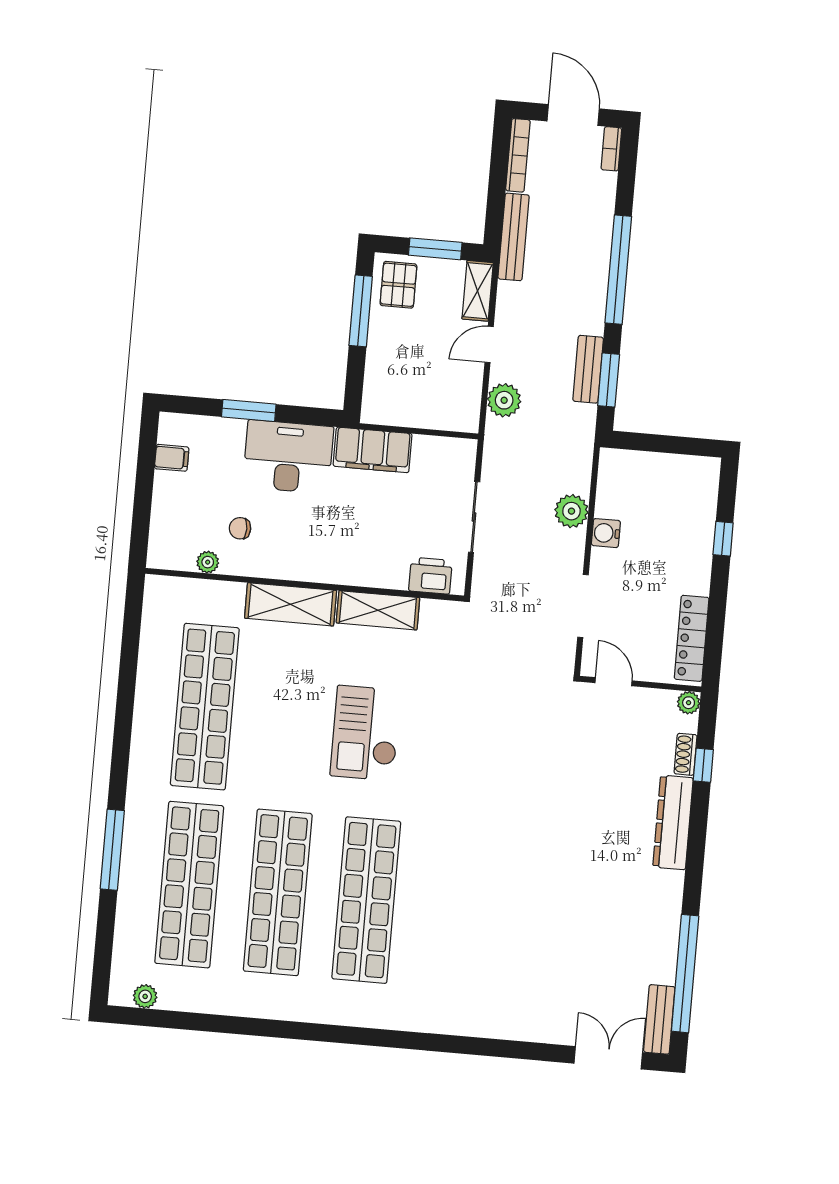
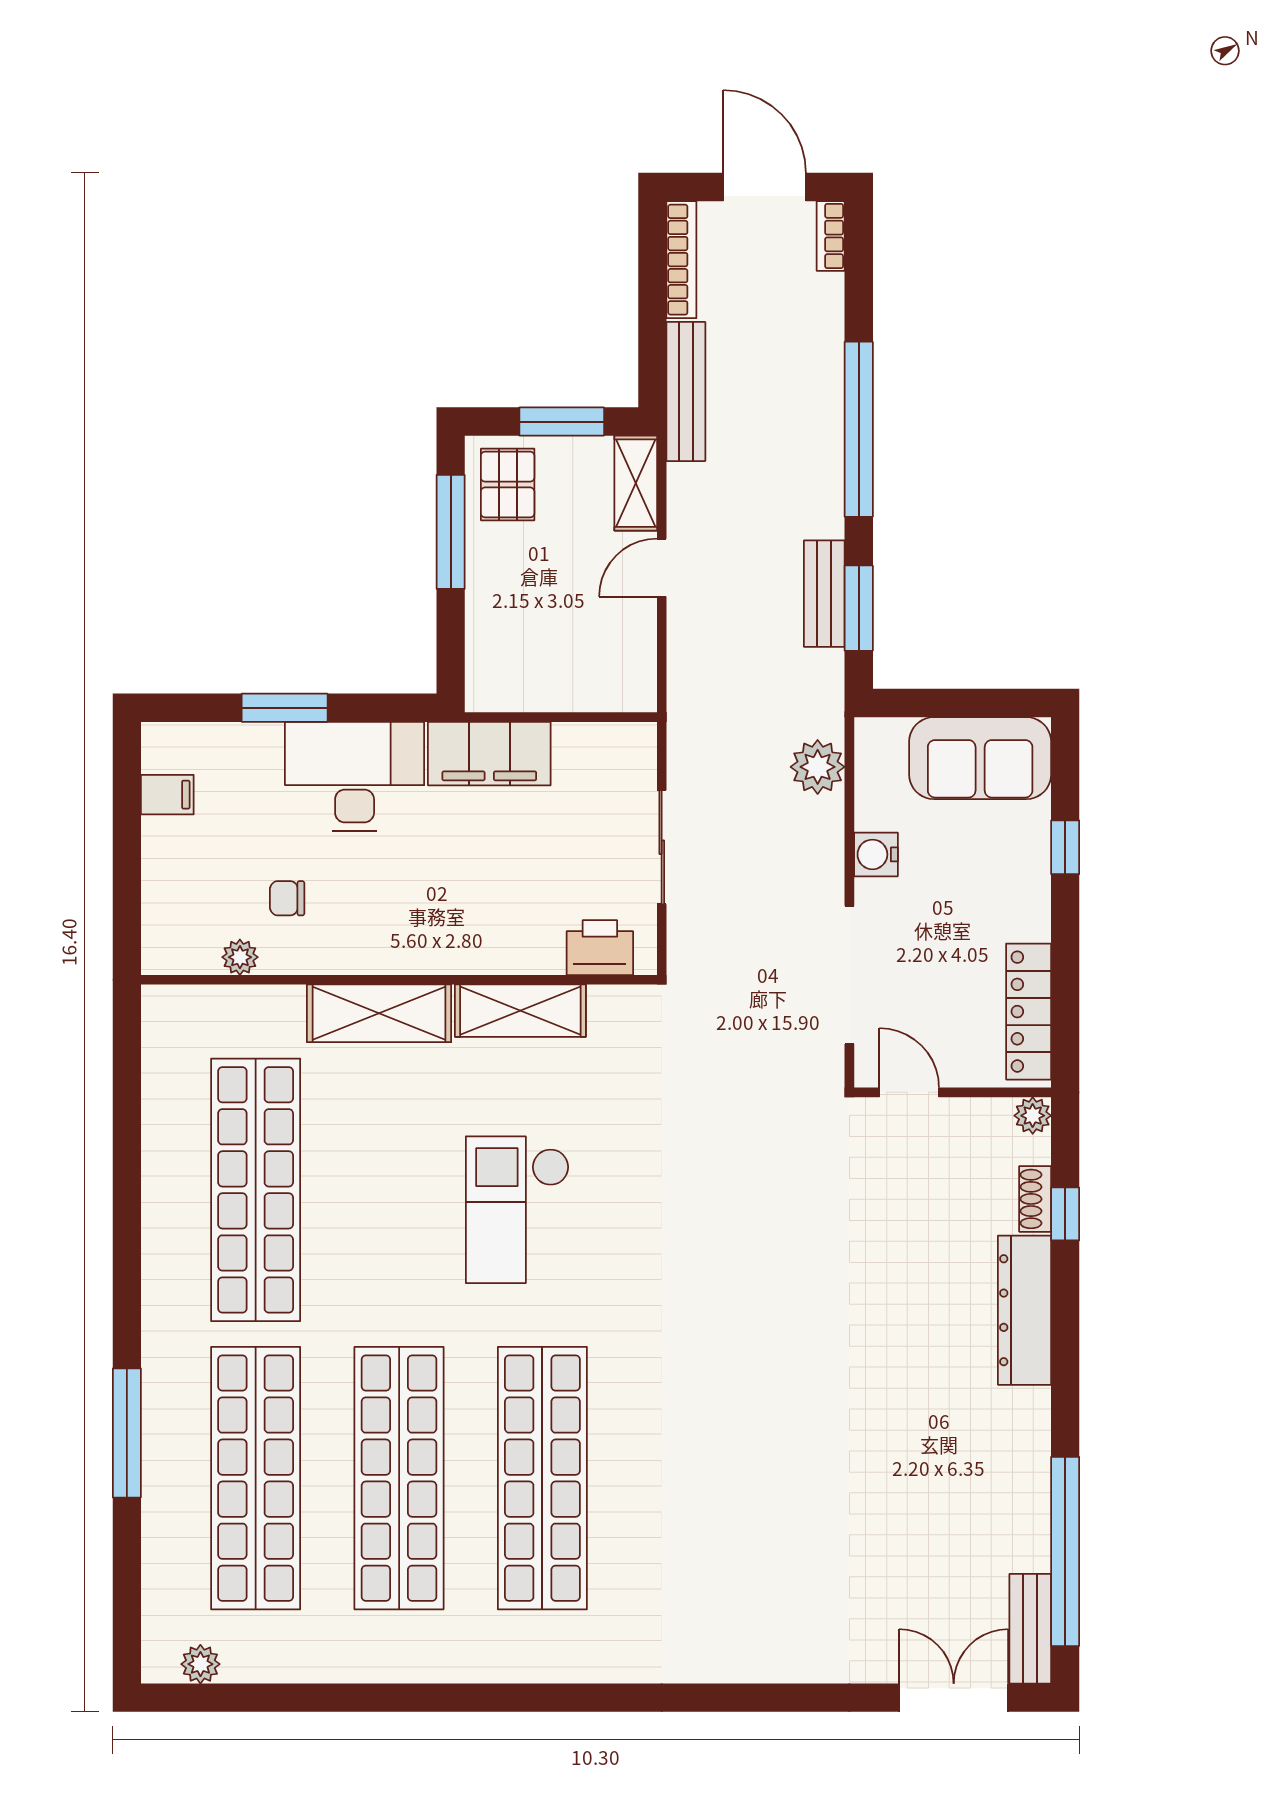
plant: (504, 400) -> (694, 655), removed
sofa: (675, 479) -> (980, 758), added
plant: (571, 511) -> (818, 767), moved
doorway: (583, 606) -> (849, 975), width x1.36

